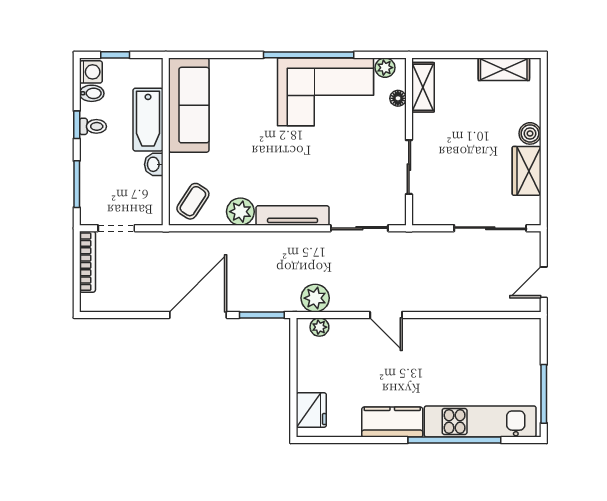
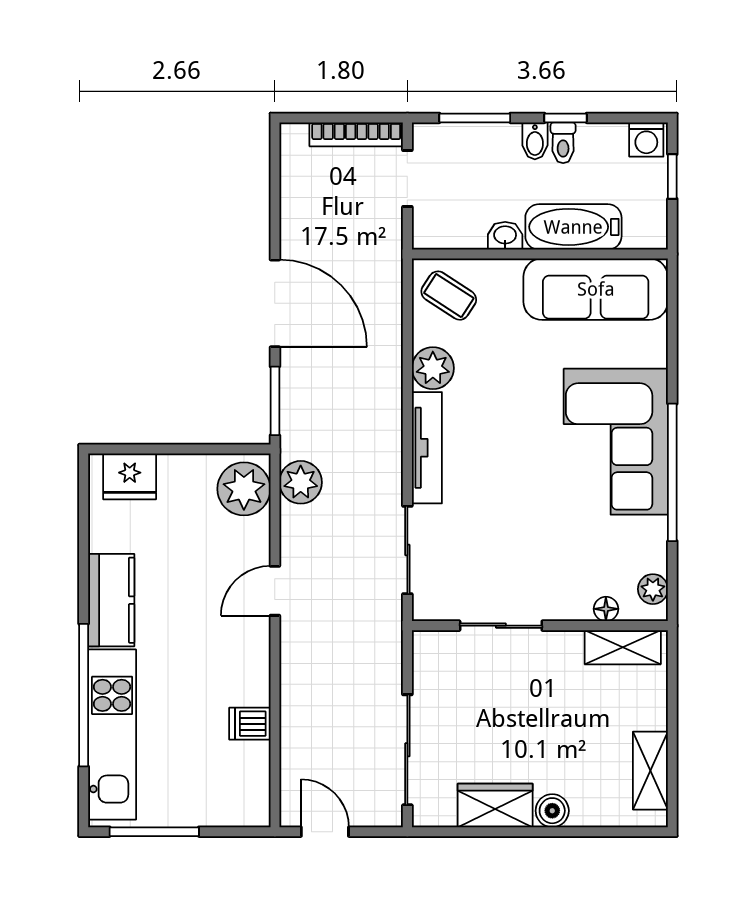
corner sofa: (325, 92) -> (616, 442), moved
bidet: (92, 93) -> (535, 141), moved
plant: (319, 327) -> (244, 489), width x1.88, depth x1.88
dishwasher: (473, 331) -> (250, 724), added

